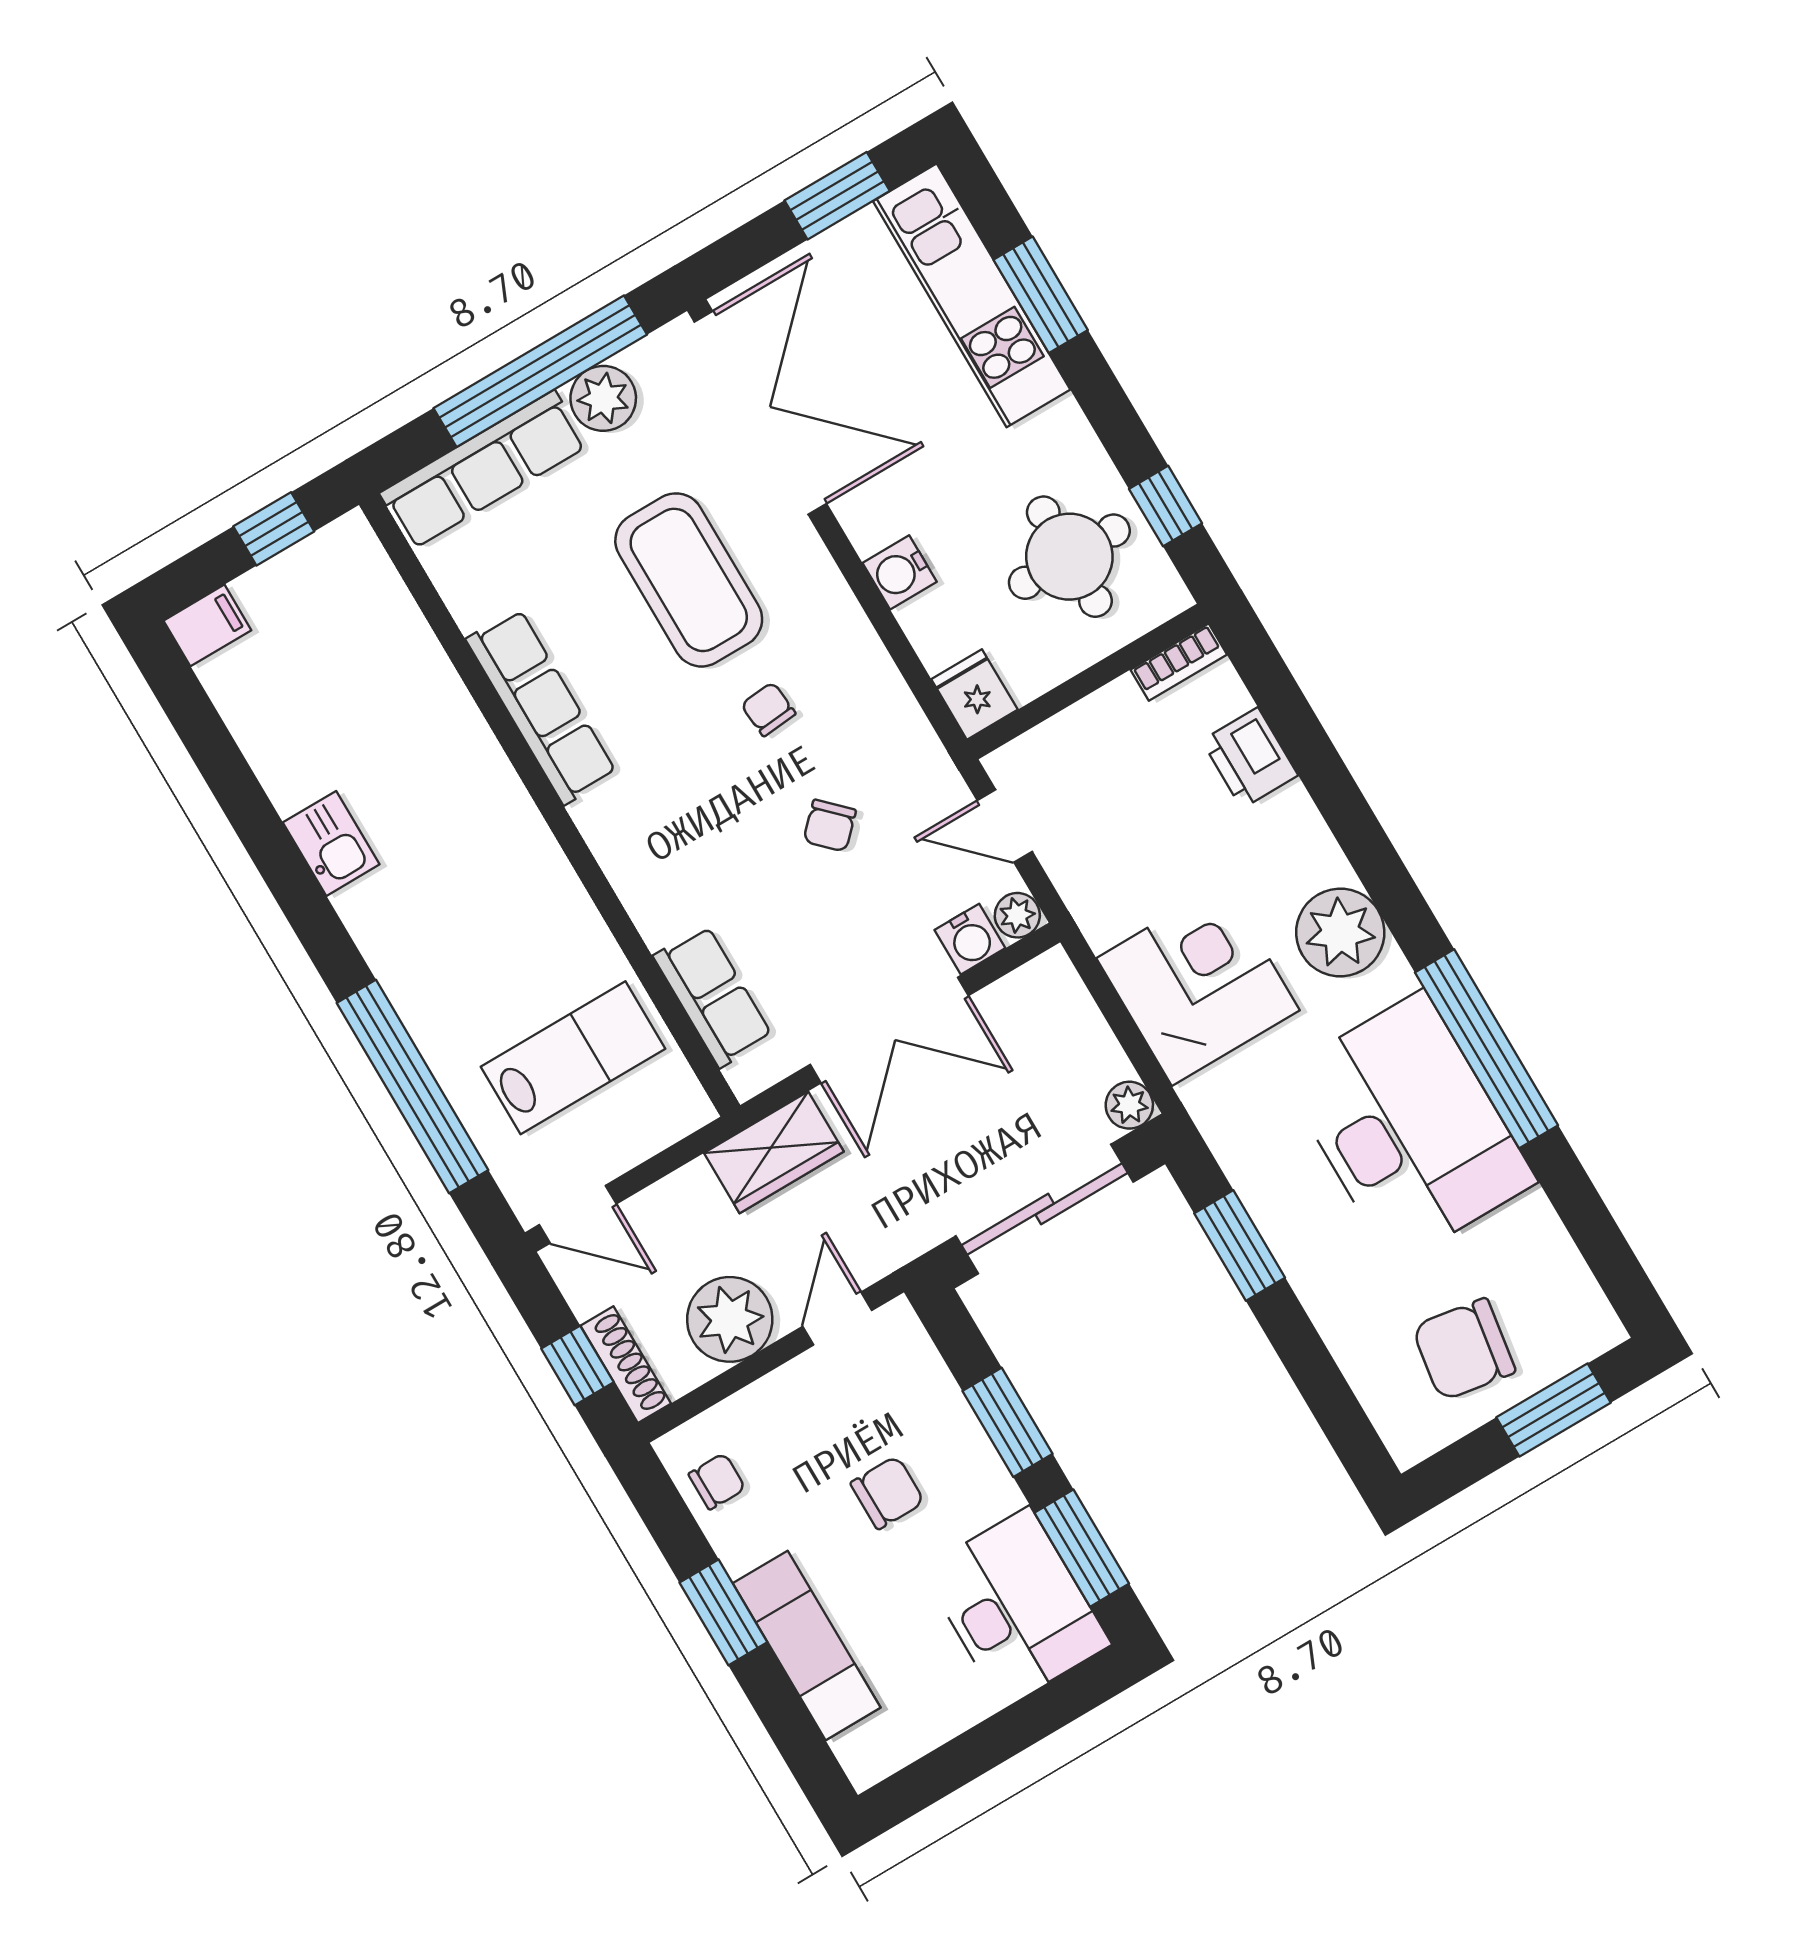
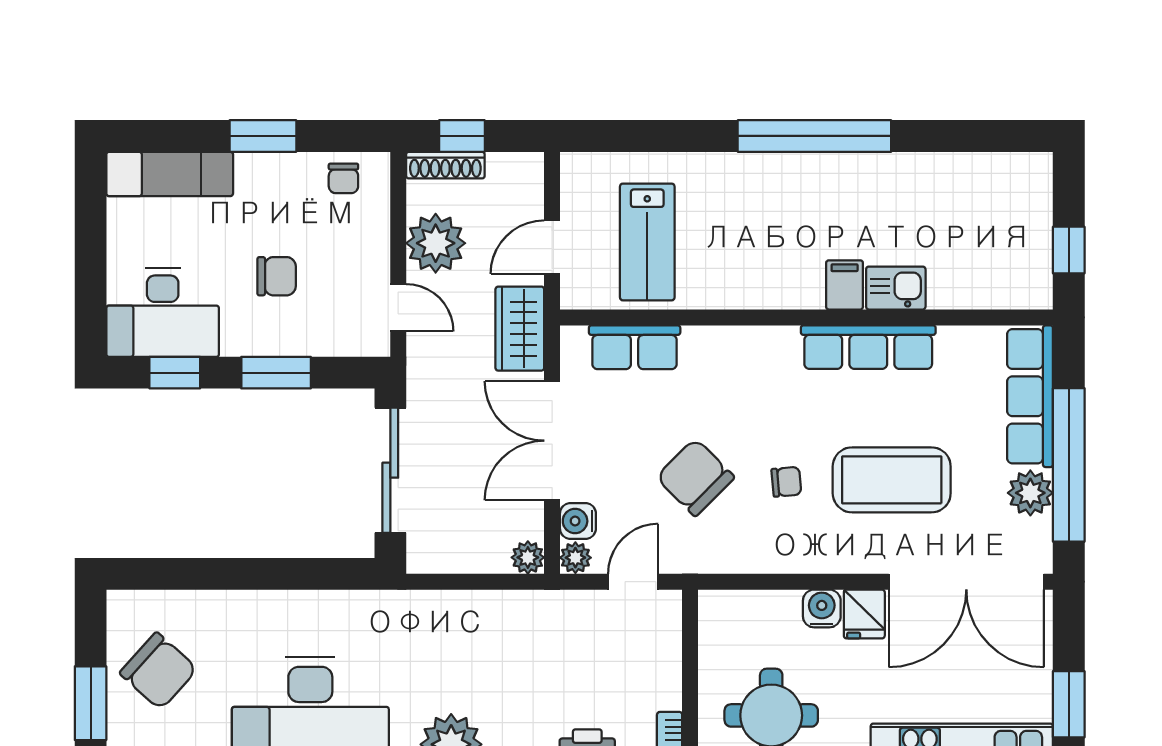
filing cabinet: (207, 625) -> (845, 285), moved, turned 180
fridge: (974, 694) -> (864, 614), moved, turned 90
chair: (830, 826) -> (695, 477), width x1.87, depth x1.87
kitchen sink: (331, 843) -> (896, 288), moved, turned 180
corner desk: (1198, 984) -> (470, 641), removed
window: (412, 1087) -> (814, 136), moved
plant: (1129, 1105) -> (528, 557), moved
door: (578, 1214) -> (552, 247), moved
window: (1240, 1245) -> (300, 574), removed
chair: (1464, 1349) -> (159, 671), turned 123
chair: (887, 1493) -> (277, 276), turned -90
window: (1082, 1548) -> (175, 373), width x0.67
exam couch: (807, 1645) -> (170, 174), moved

